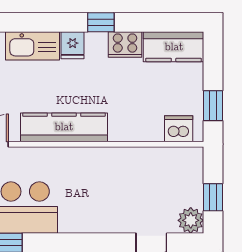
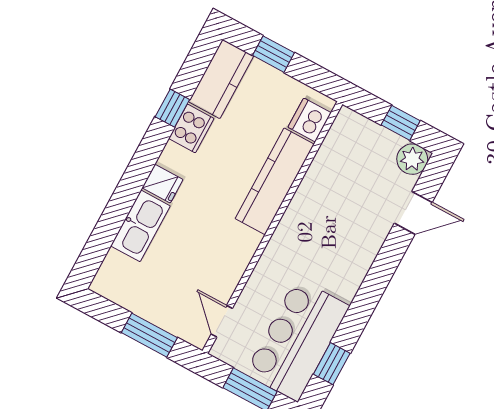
window: (101, 22) -> (172, 108), moved
window: (213, 106) -> (273, 54), moved
kitchen counter: (64, 127) -> (275, 181), moved

